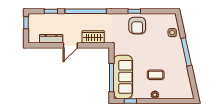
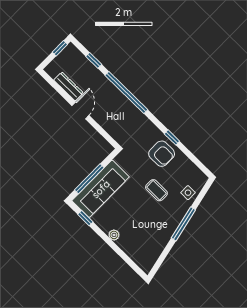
armchair: (137, 25) -> (162, 154), turned -90
wardrobe: (93, 37) -> (110, 124), removed
door: (70, 45) -> (80, 111), swing flipped
coffee table: (156, 75) -> (156, 190), moved

